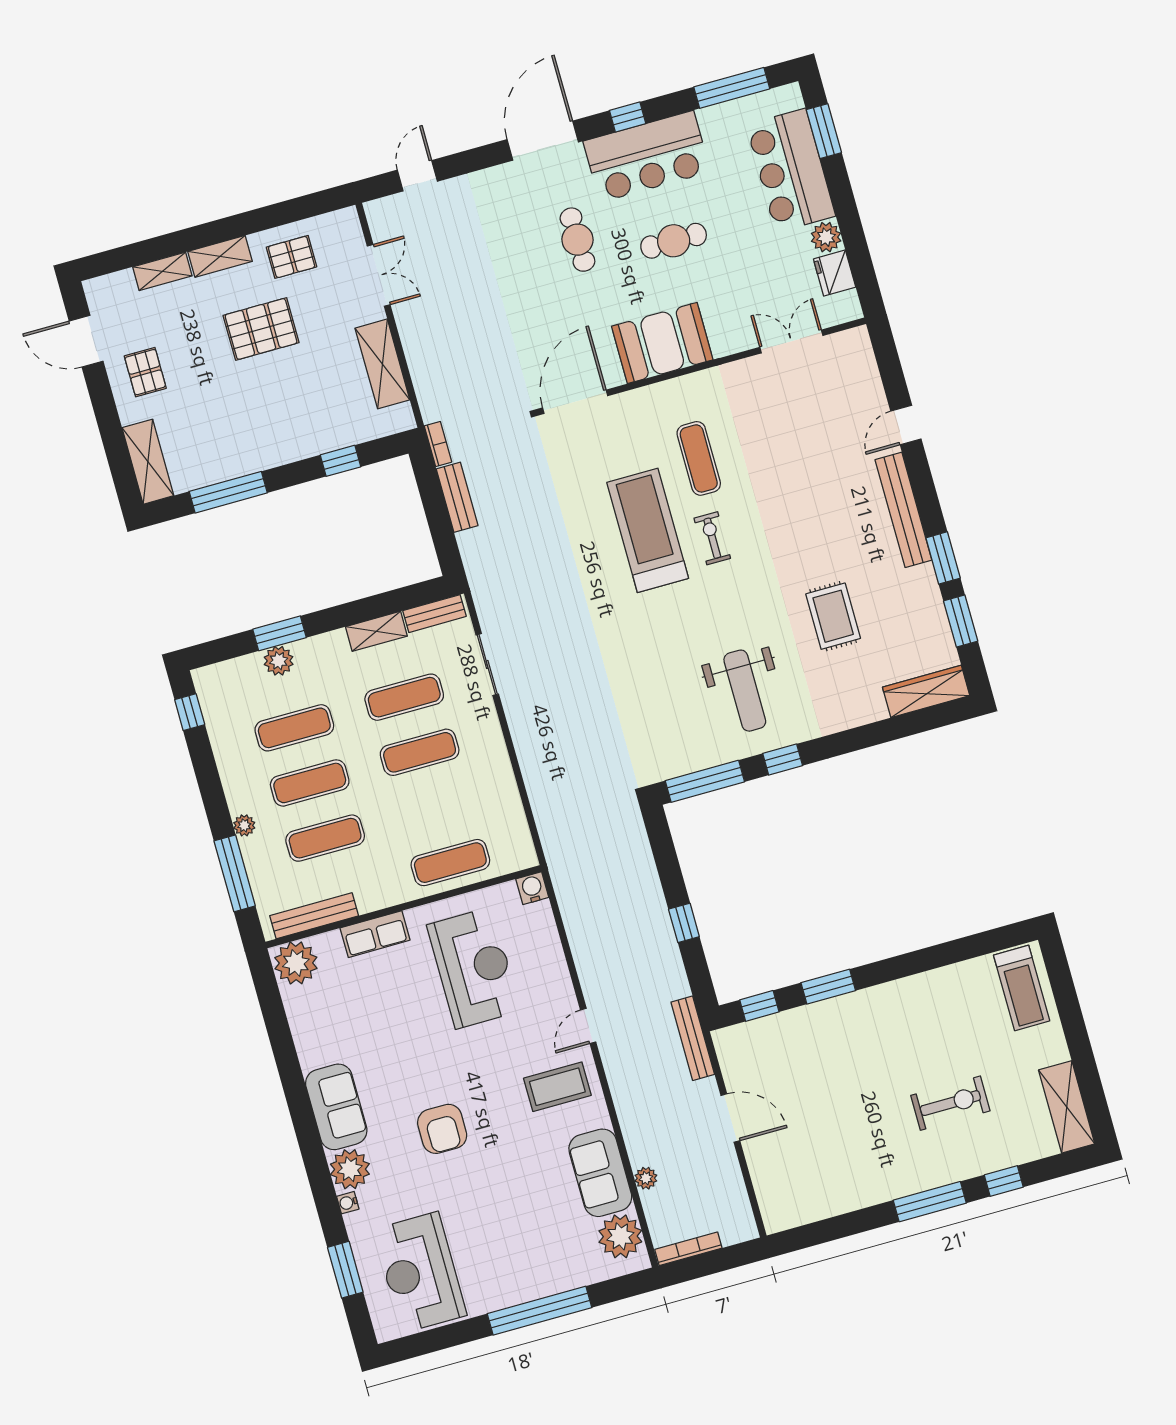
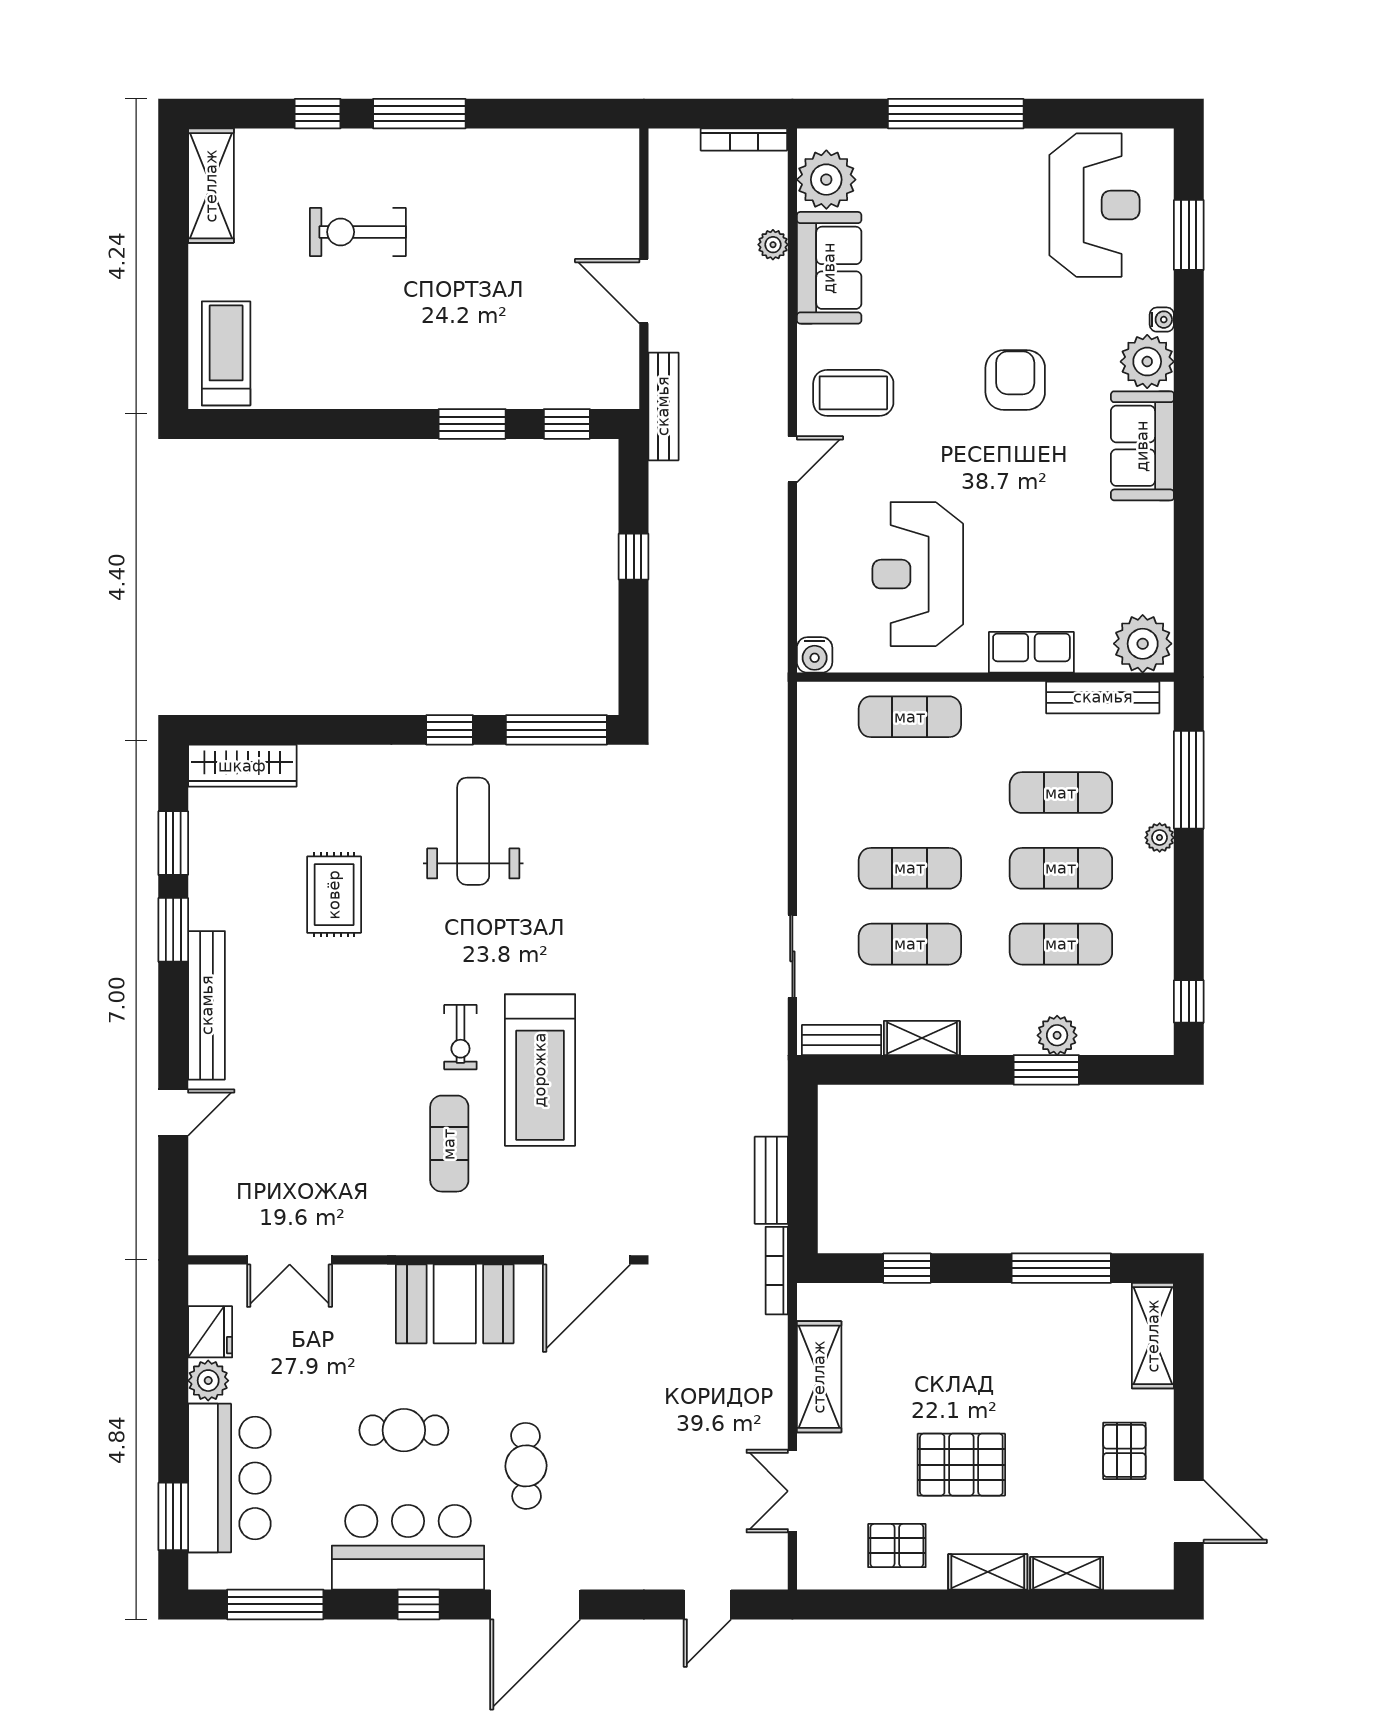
bookcase: (438, 444) -> (777, 1271), width x1.56

